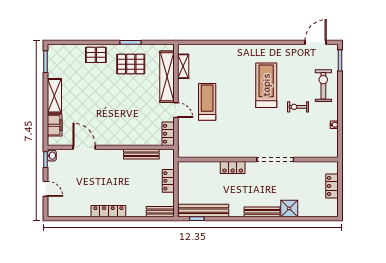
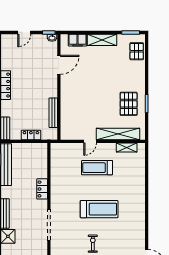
pallet: (96, 55) -> (137, 51), moved
treadmill: (266, 85) -> (99, 209), moved
treadmill: (207, 102) -> (97, 168), turned 180
locker: (168, 134) -> (70, 135), removed

